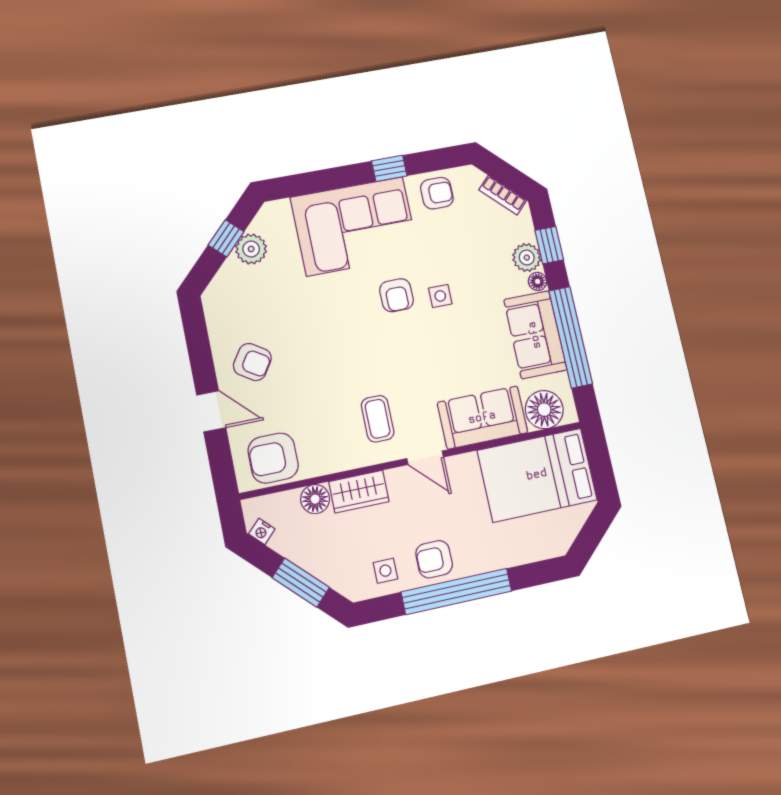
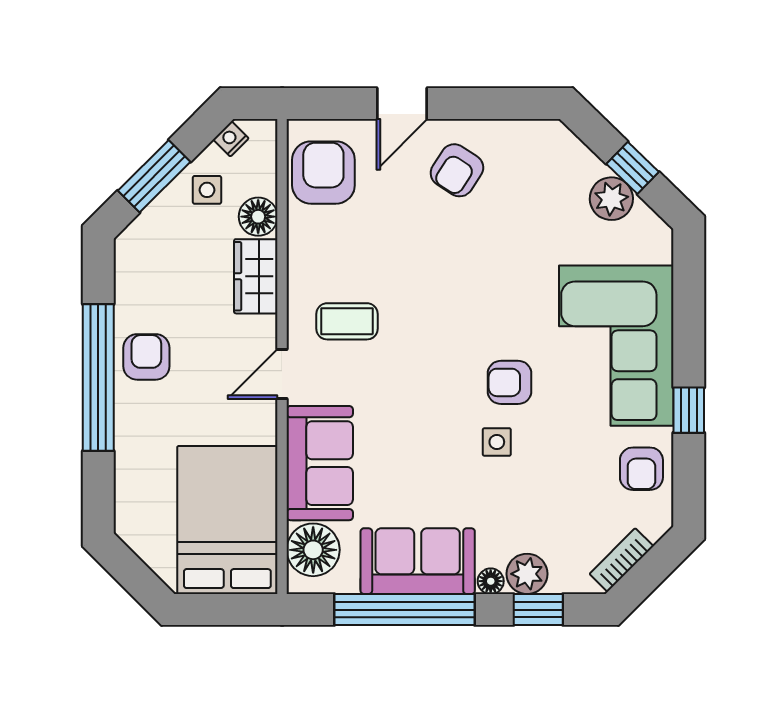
side table: (385, 571) -> (207, 190), moved

